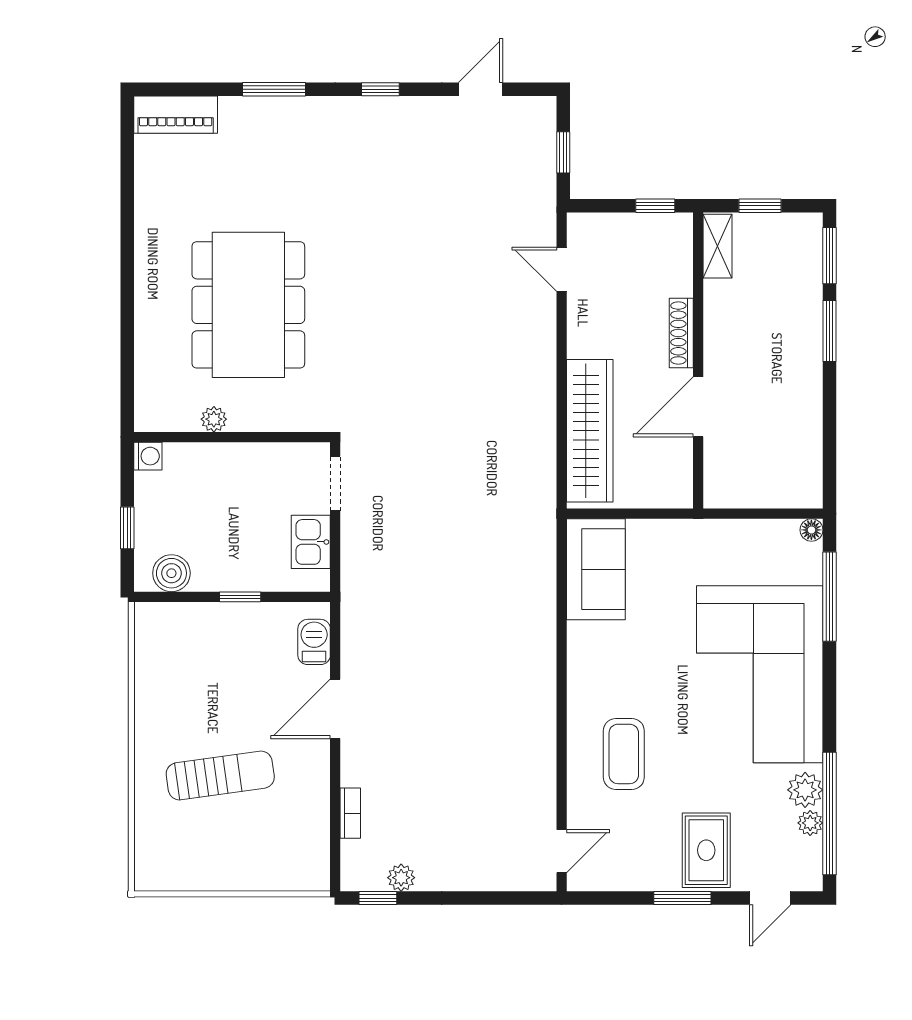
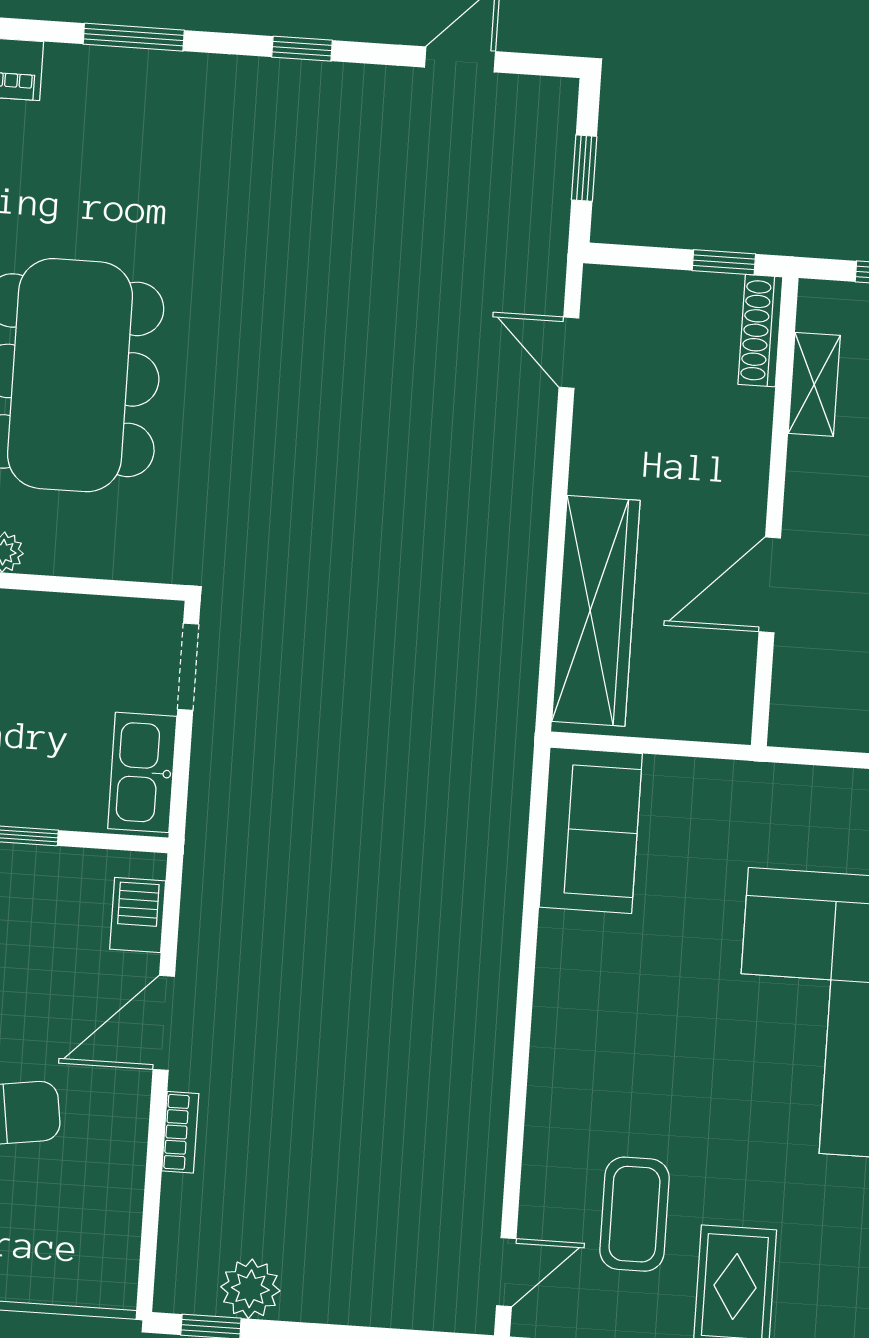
shelving: (717, 246) -> (814, 384), moved
shoe rack: (681, 333) -> (760, 331), moved
kitchen sink: (311, 542) -> (142, 772), width x1.38
coffee table: (624, 754) -> (634, 1214), moved
bookcase: (350, 813) -> (180, 1132), moved
plant: (401, 878) -> (250, 1289), width x1.38, depth x1.38

